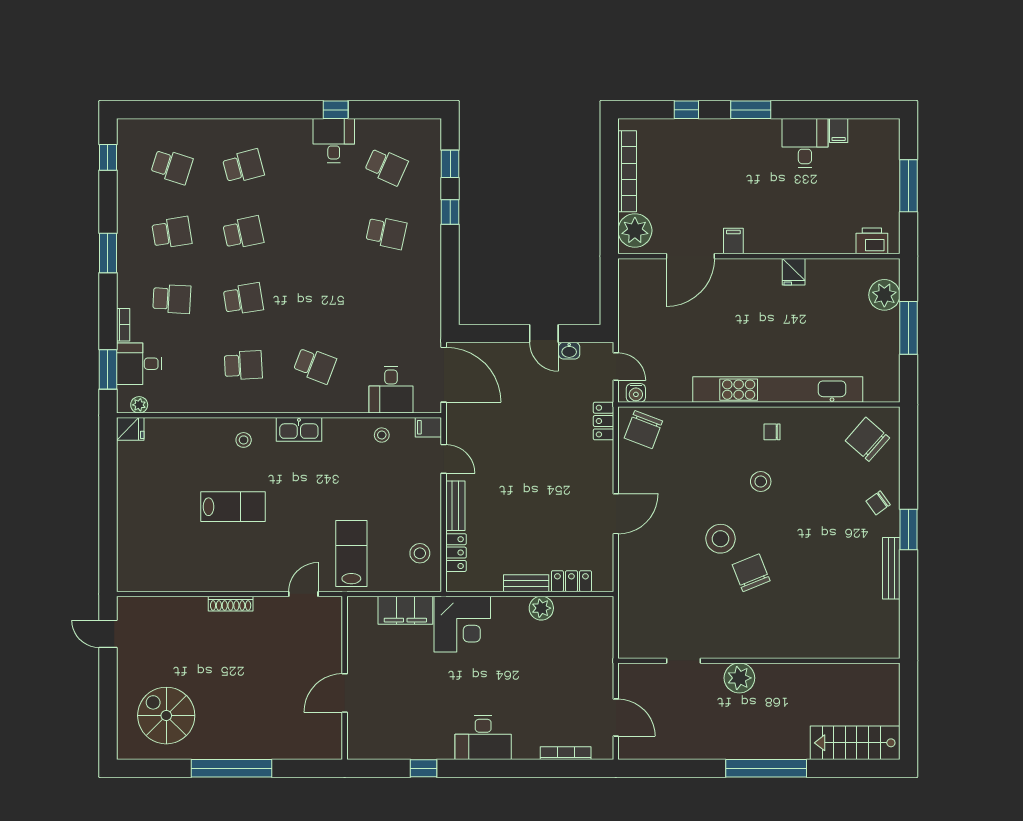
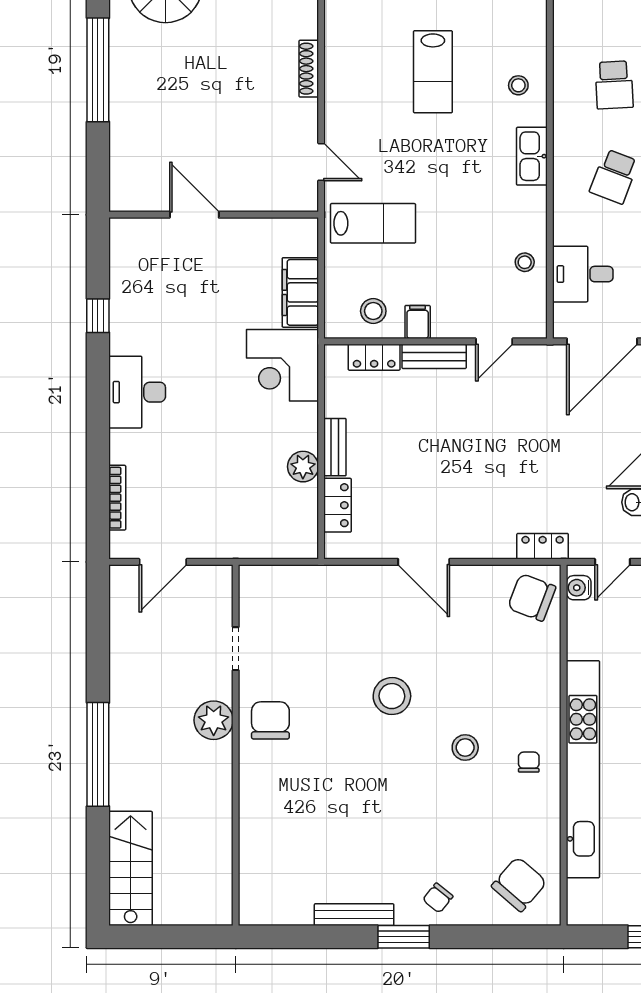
filing cabinet: (428, 427) -> (418, 322), moved
chair: (878, 503) -> (438, 898), turned -105
chair: (751, 573) -> (270, 720), moved, turned -68

